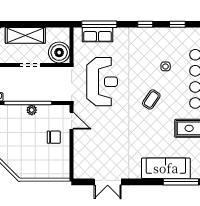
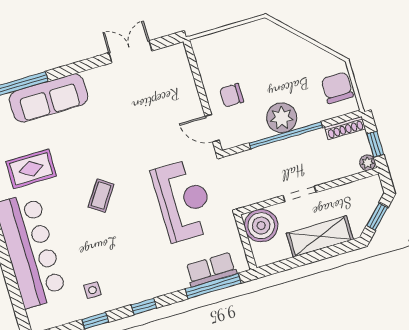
side table: (166, 66) -> (92, 290), moved
reception desk: (102, 82) -> (183, 200), turned 180
plant: (32, 110) -> (282, 118), width x1.87, depth x1.87

